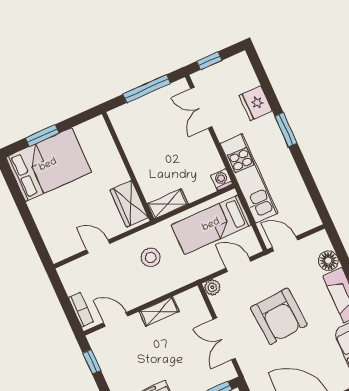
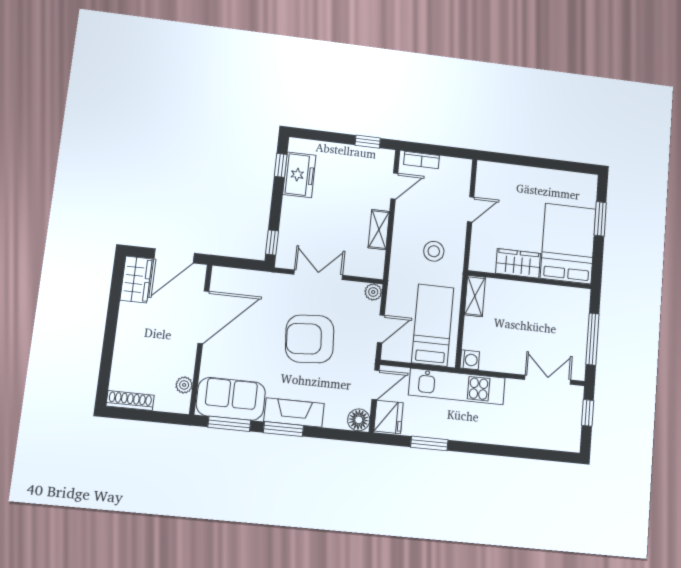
fridge: (256, 103) -> (388, 417), moved, turned 90
window: (286, 130) -> (429, 443), moved
bed: (48, 165) -> (568, 243), moved, turned 180
wardrobe: (129, 204) -> (518, 263), moved
floor lamp: (328, 261) -> (359, 420), moved

